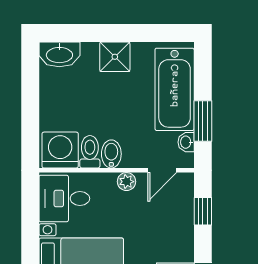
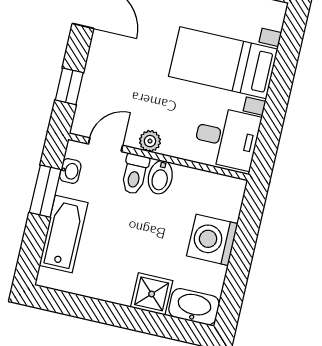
shower: (115, 57) -> (152, 294), moved
bathtub: (175, 89) -> (64, 234), width x0.73, depth x0.73
washing machine: (60, 150) -> (212, 240), moved, turned 90
toilet: (90, 152) -> (135, 174), moved

